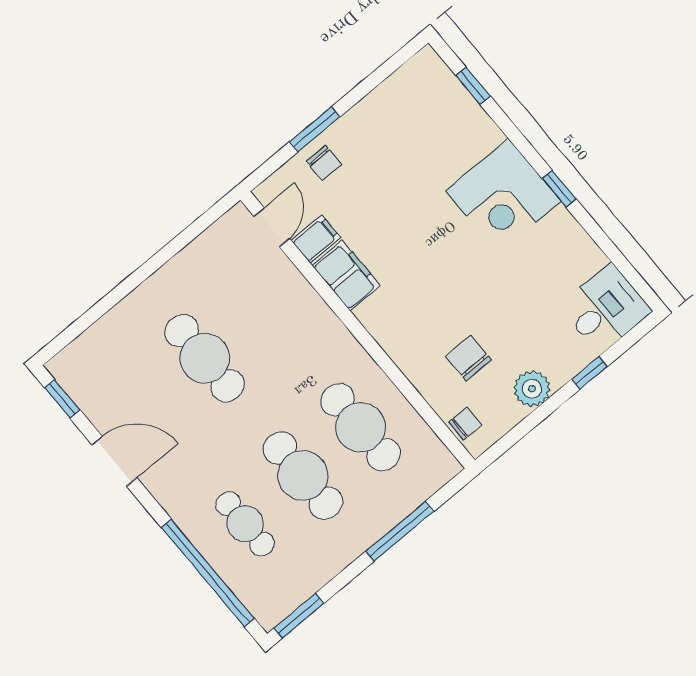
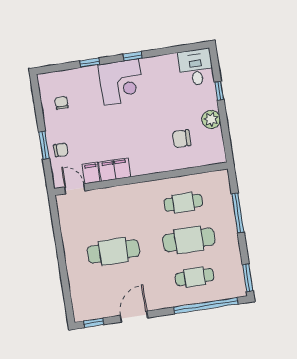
window: (473, 86) -> (90, 63), moved
chair: (465, 423) -> (61, 103), moved
cafe table: (361, 427) -> (183, 203), width x0.73, depth x0.74

